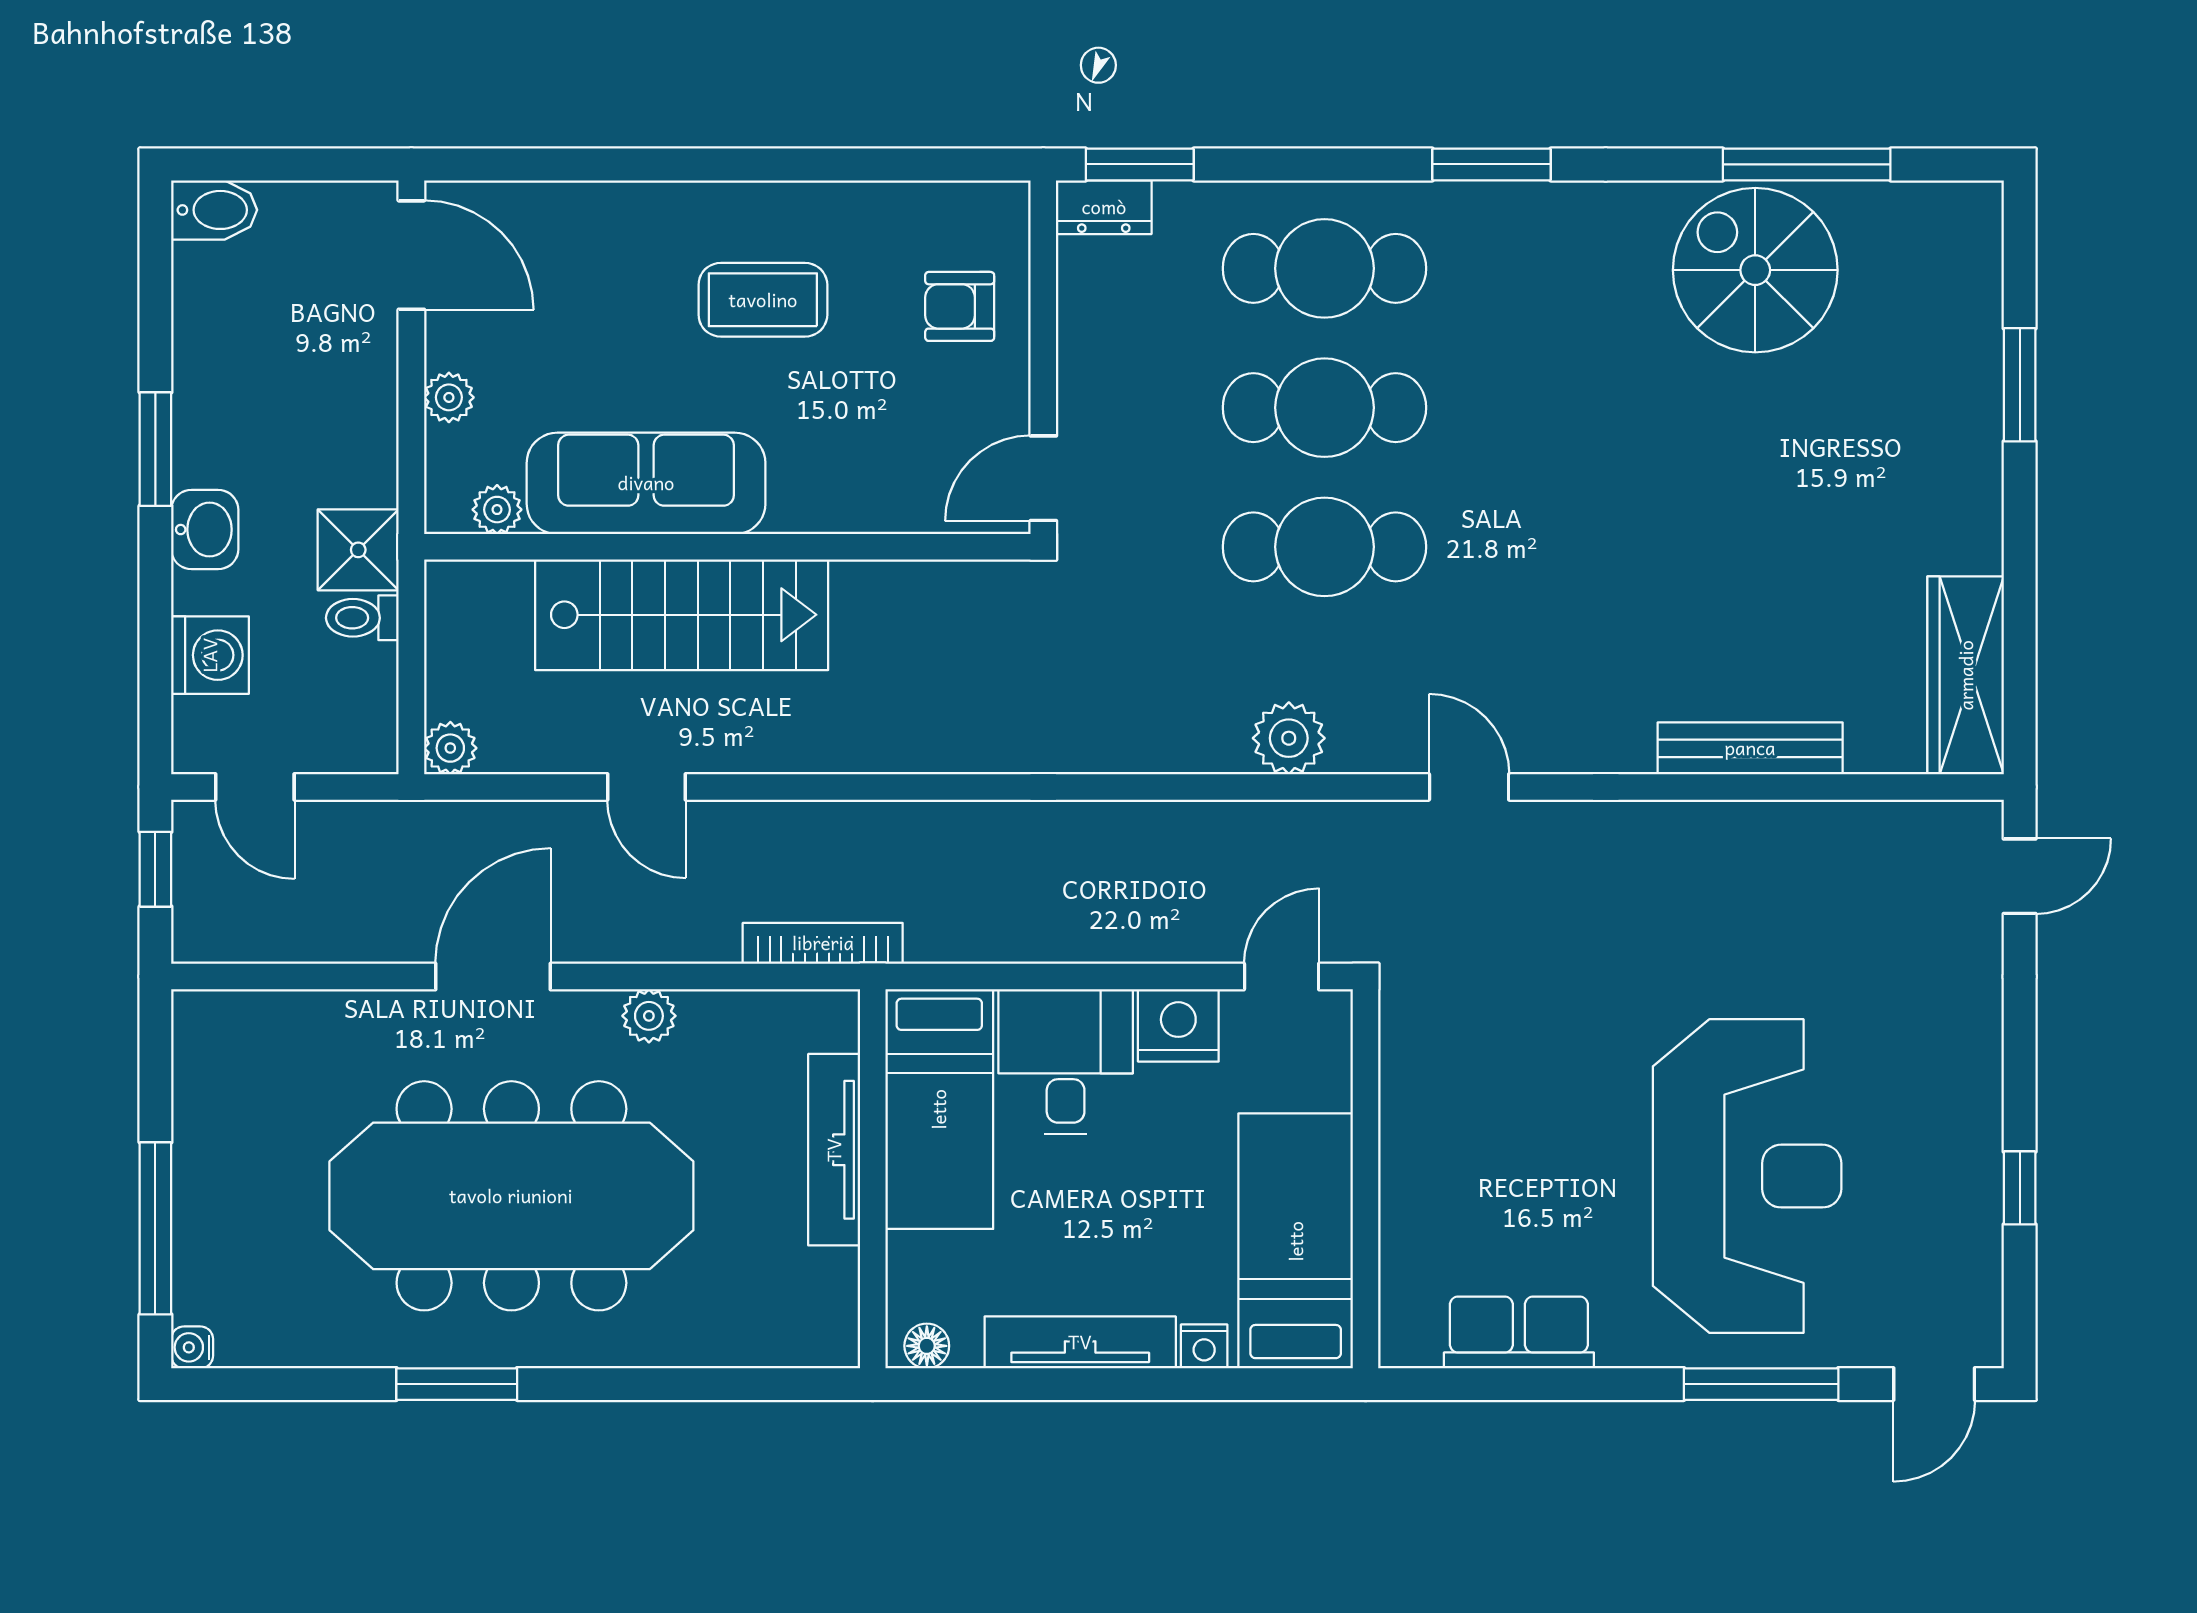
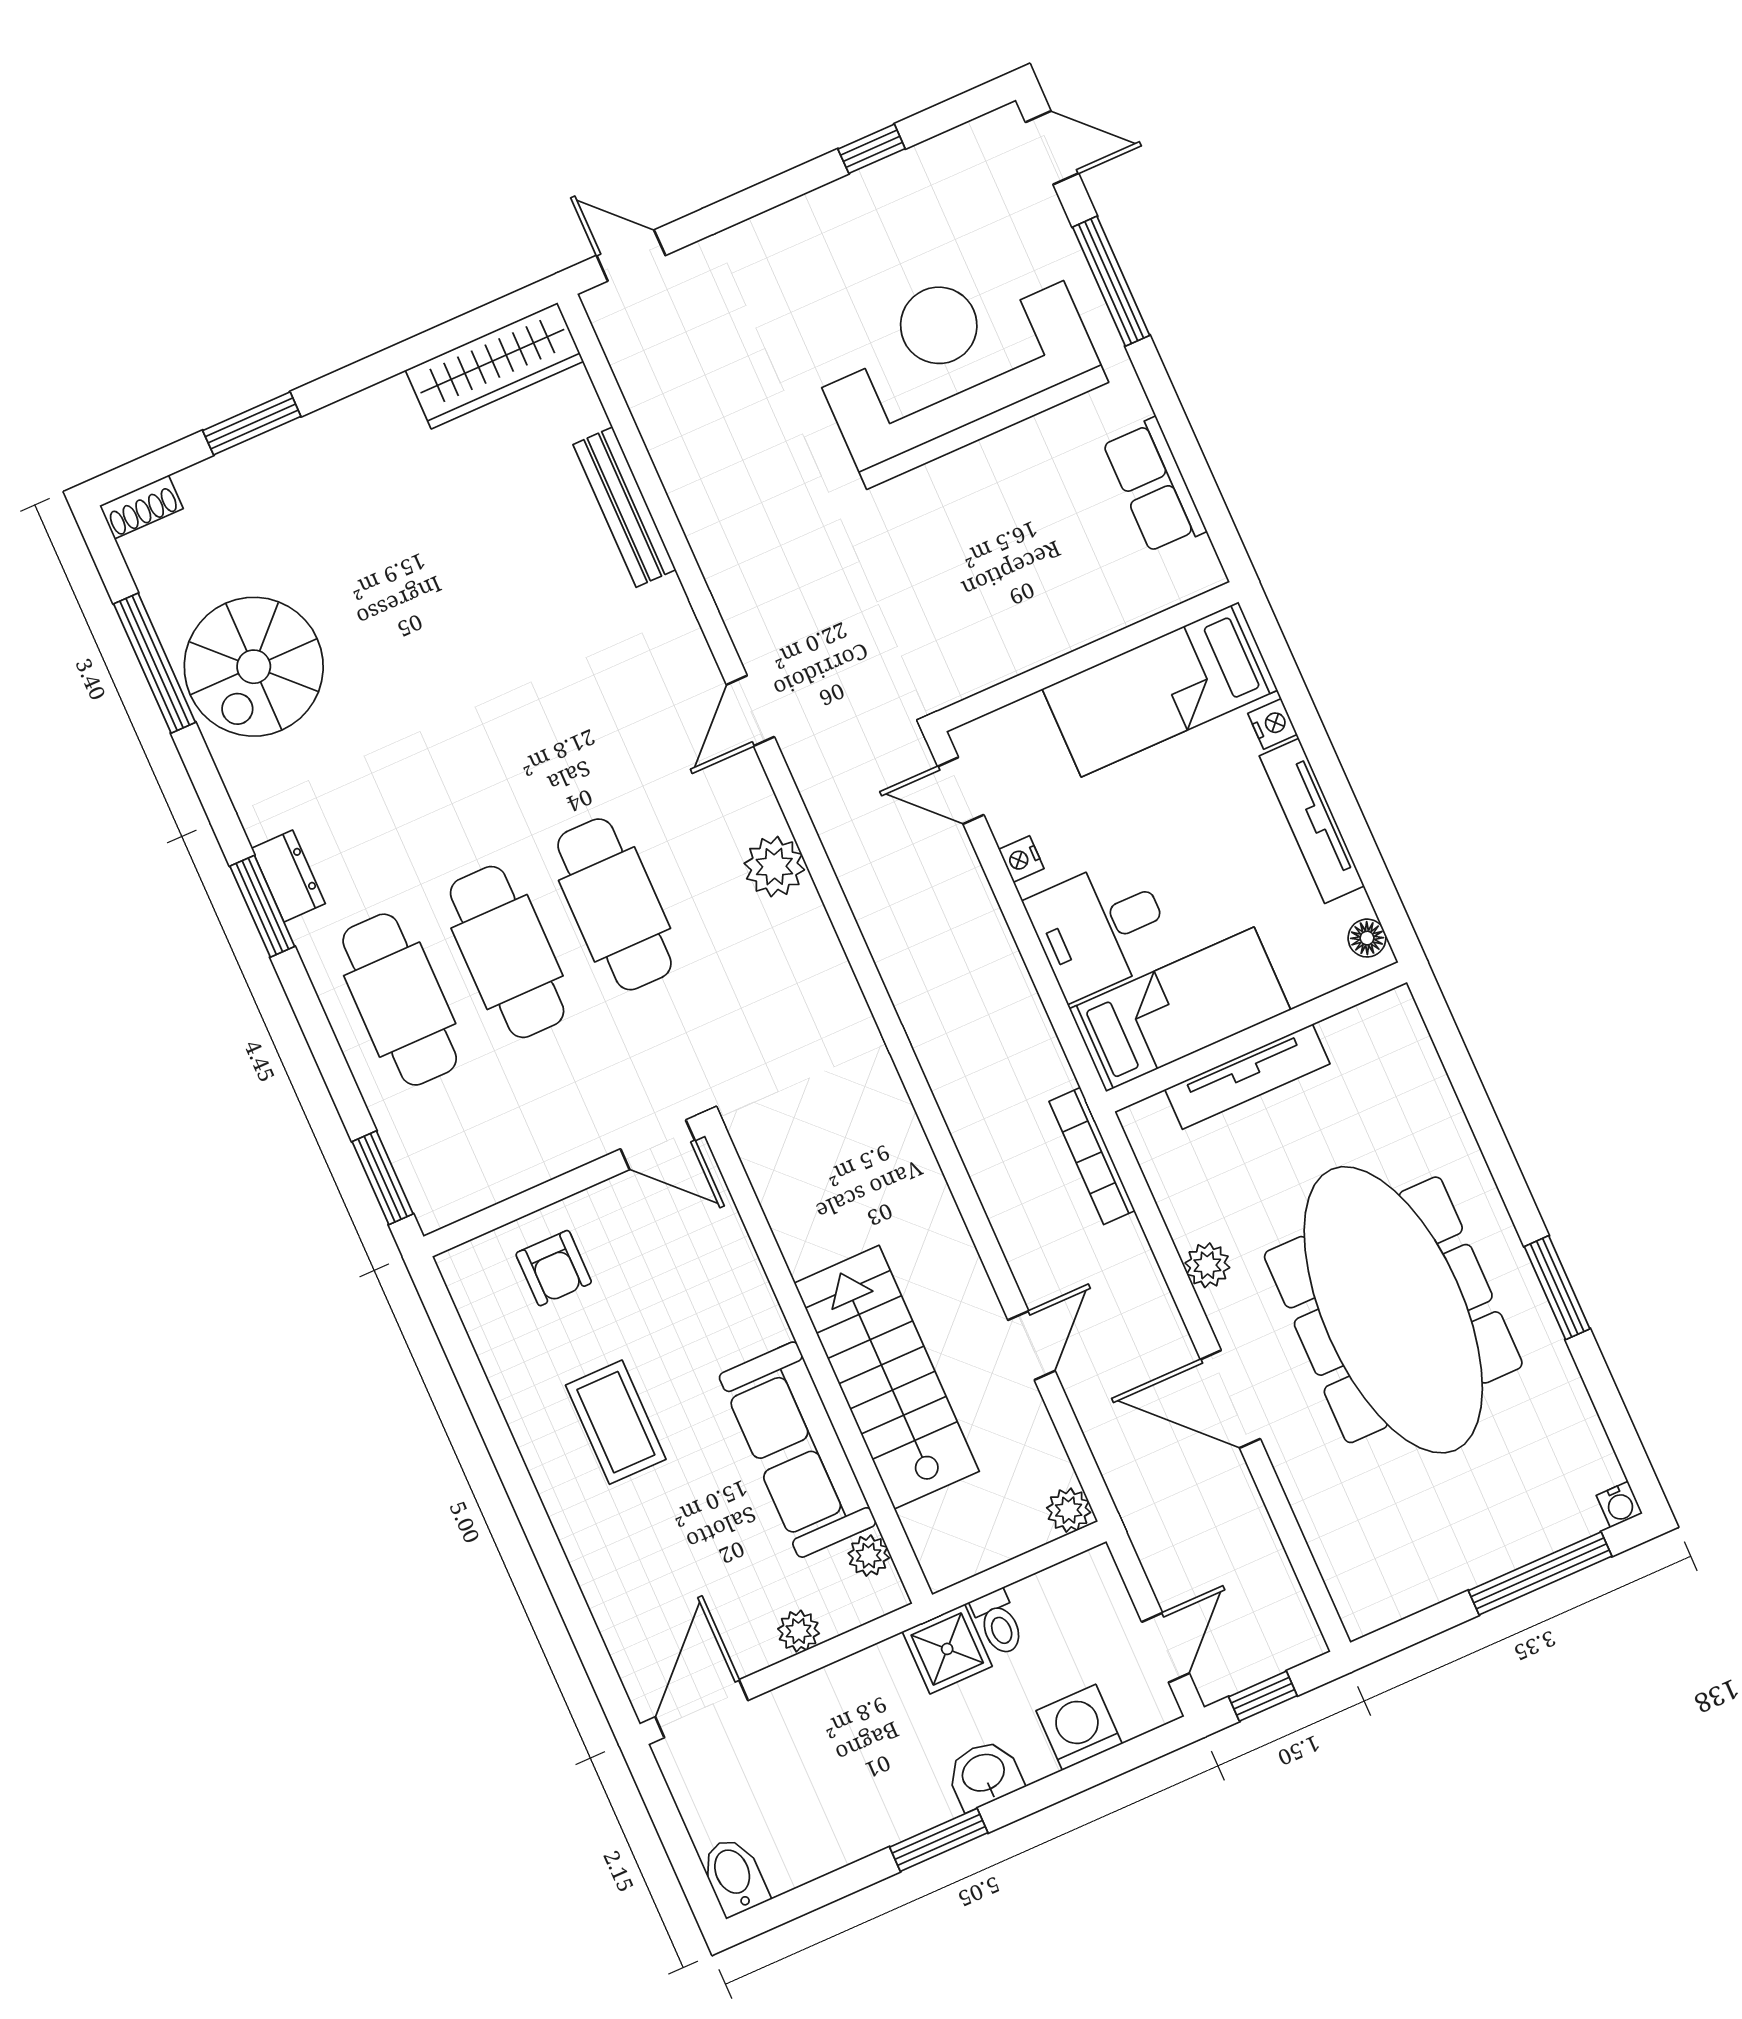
dresser: (1104, 207) -> (288, 876), moved
shoe rack: (1982, 225) -> (141, 507), added
nightstand: (1178, 1025) -> (1021, 859), width x0.53, depth x0.56

